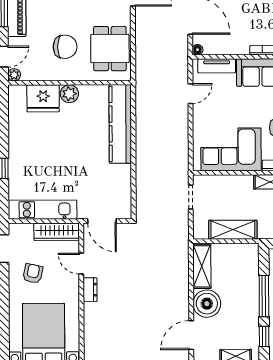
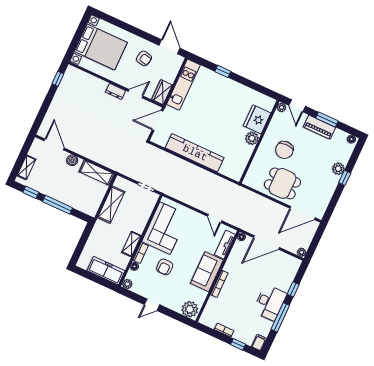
dining table: (110, 49) -> (282, 183), moved
kitchen counter: (120, 124) -> (195, 153), moved
wardrobe: (57, 232) -> (162, 92), width x0.67
boiler: (207, 304) -> (72, 160), width x0.54, depth x0.54

